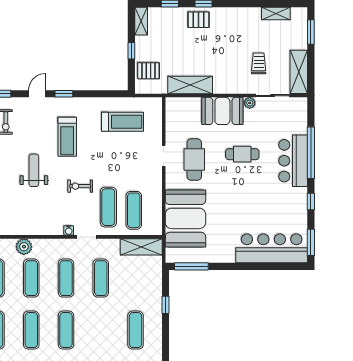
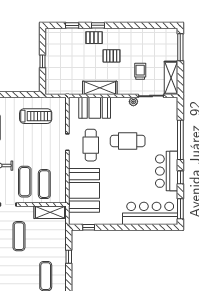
shelving: (276, 14) -> (154, 33), removed
shelving: (141, 21) -> (50, 39), removed
window: (311, 32) -> (180, 47), width x1.44
pallet: (148, 71) -> (112, 56), moved
shelving: (190, 85) -> (100, 88), moved
booth: (222, 111) -> (95, 108), moved
cafe table: (242, 154) -> (128, 141), width x1.37, depth x1.35
bar counter: (293, 161) -> (167, 171), moved
window: (191, 266) -> (89, 227), width x0.46

